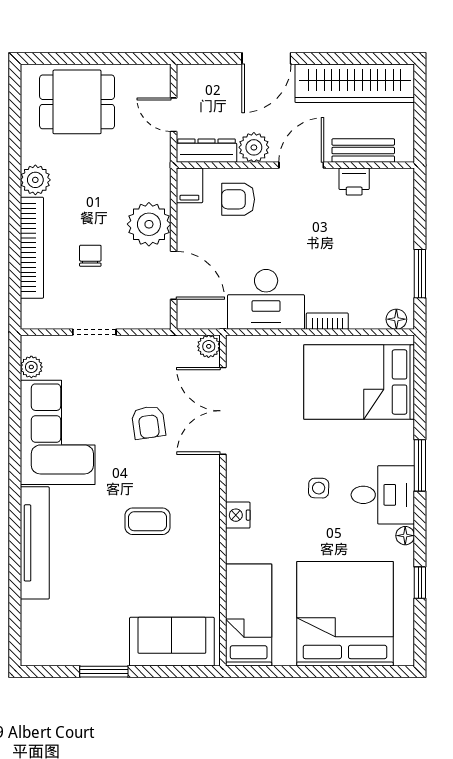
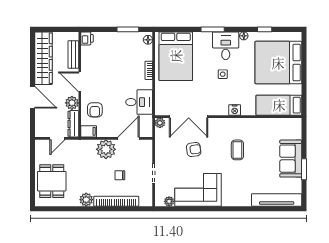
printer: (354, 182) -> (87, 38), moved
desk: (266, 299) -> (139, 102), width x0.73
tv unit: (35, 543) -> (277, 200), moved
sofa: (172, 642) -> (291, 159), moved

